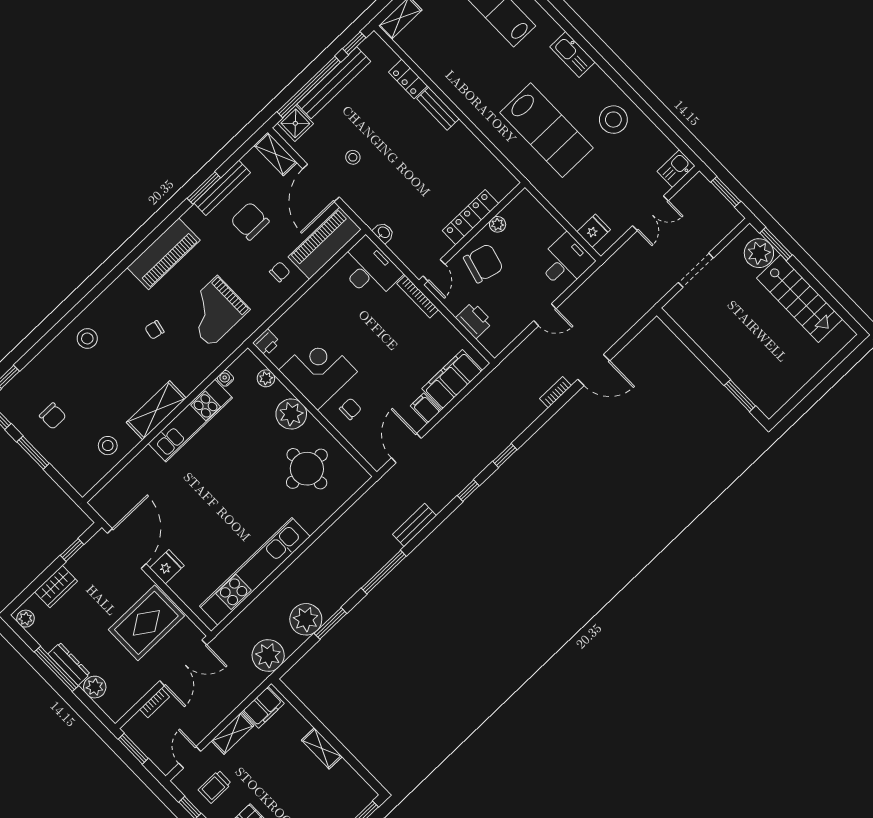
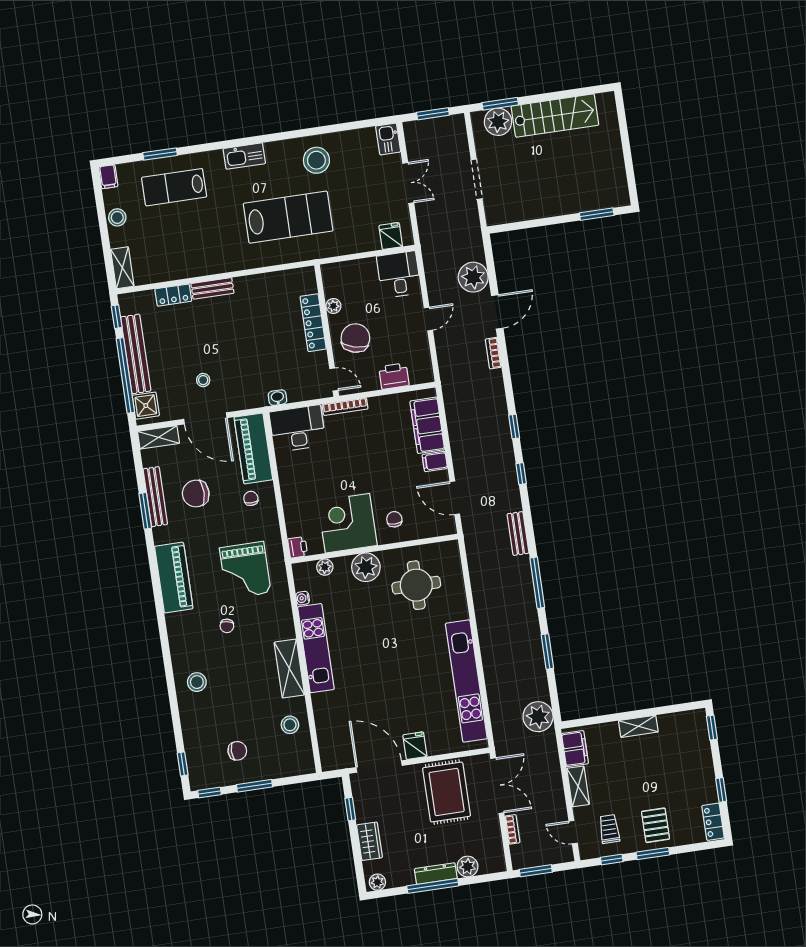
plant: (306, 619) -> (473, 277), moved
trolley: (215, 787) -> (609, 829), turned 180

